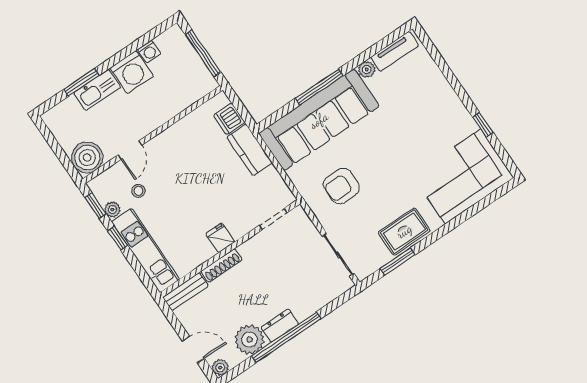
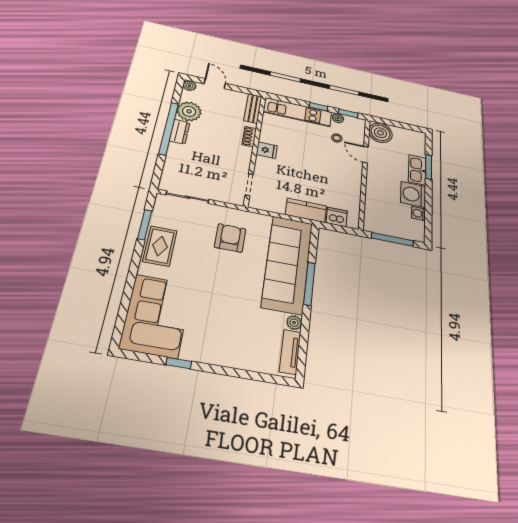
shoe rack: (221, 265) -> (249, 137), width x0.70
door: (193, 350) -> (215, 84), swing flipped

